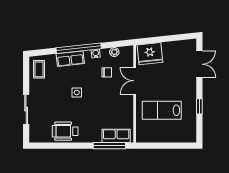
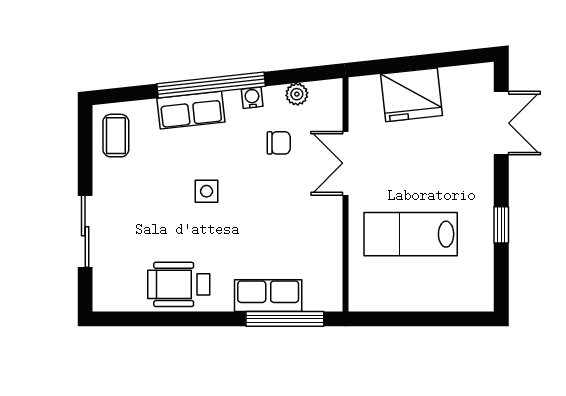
fridge: (150, 54) -> (412, 95), moved
row of seats: (116, 136) -> (268, 296), moved

